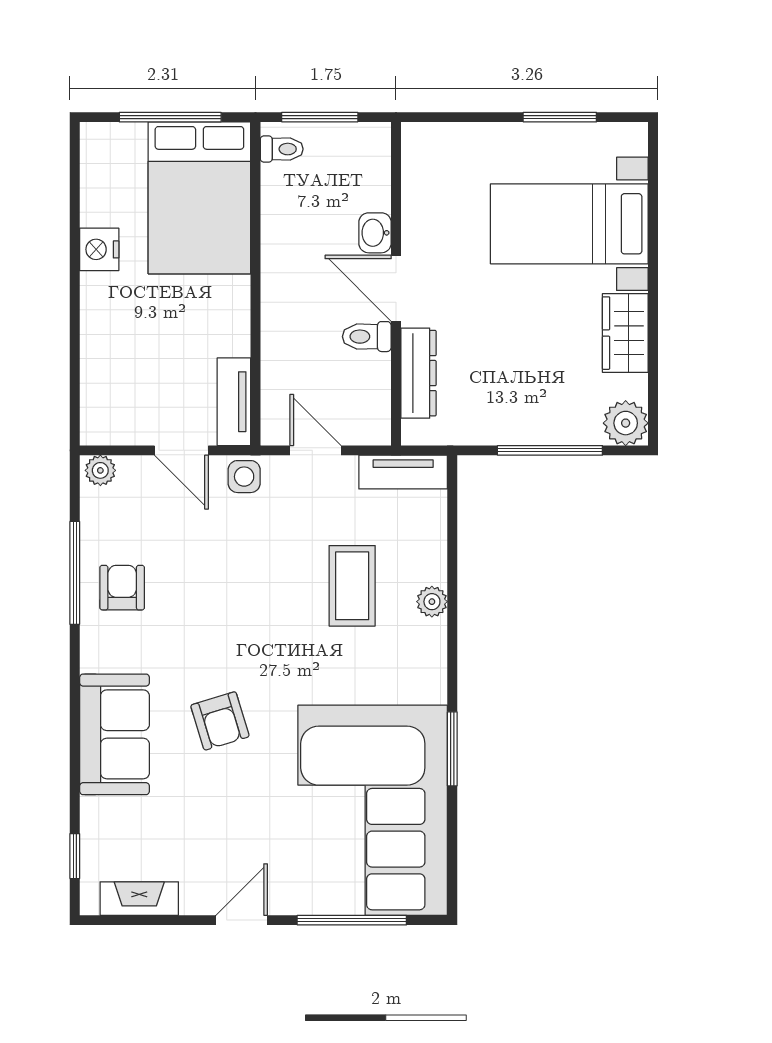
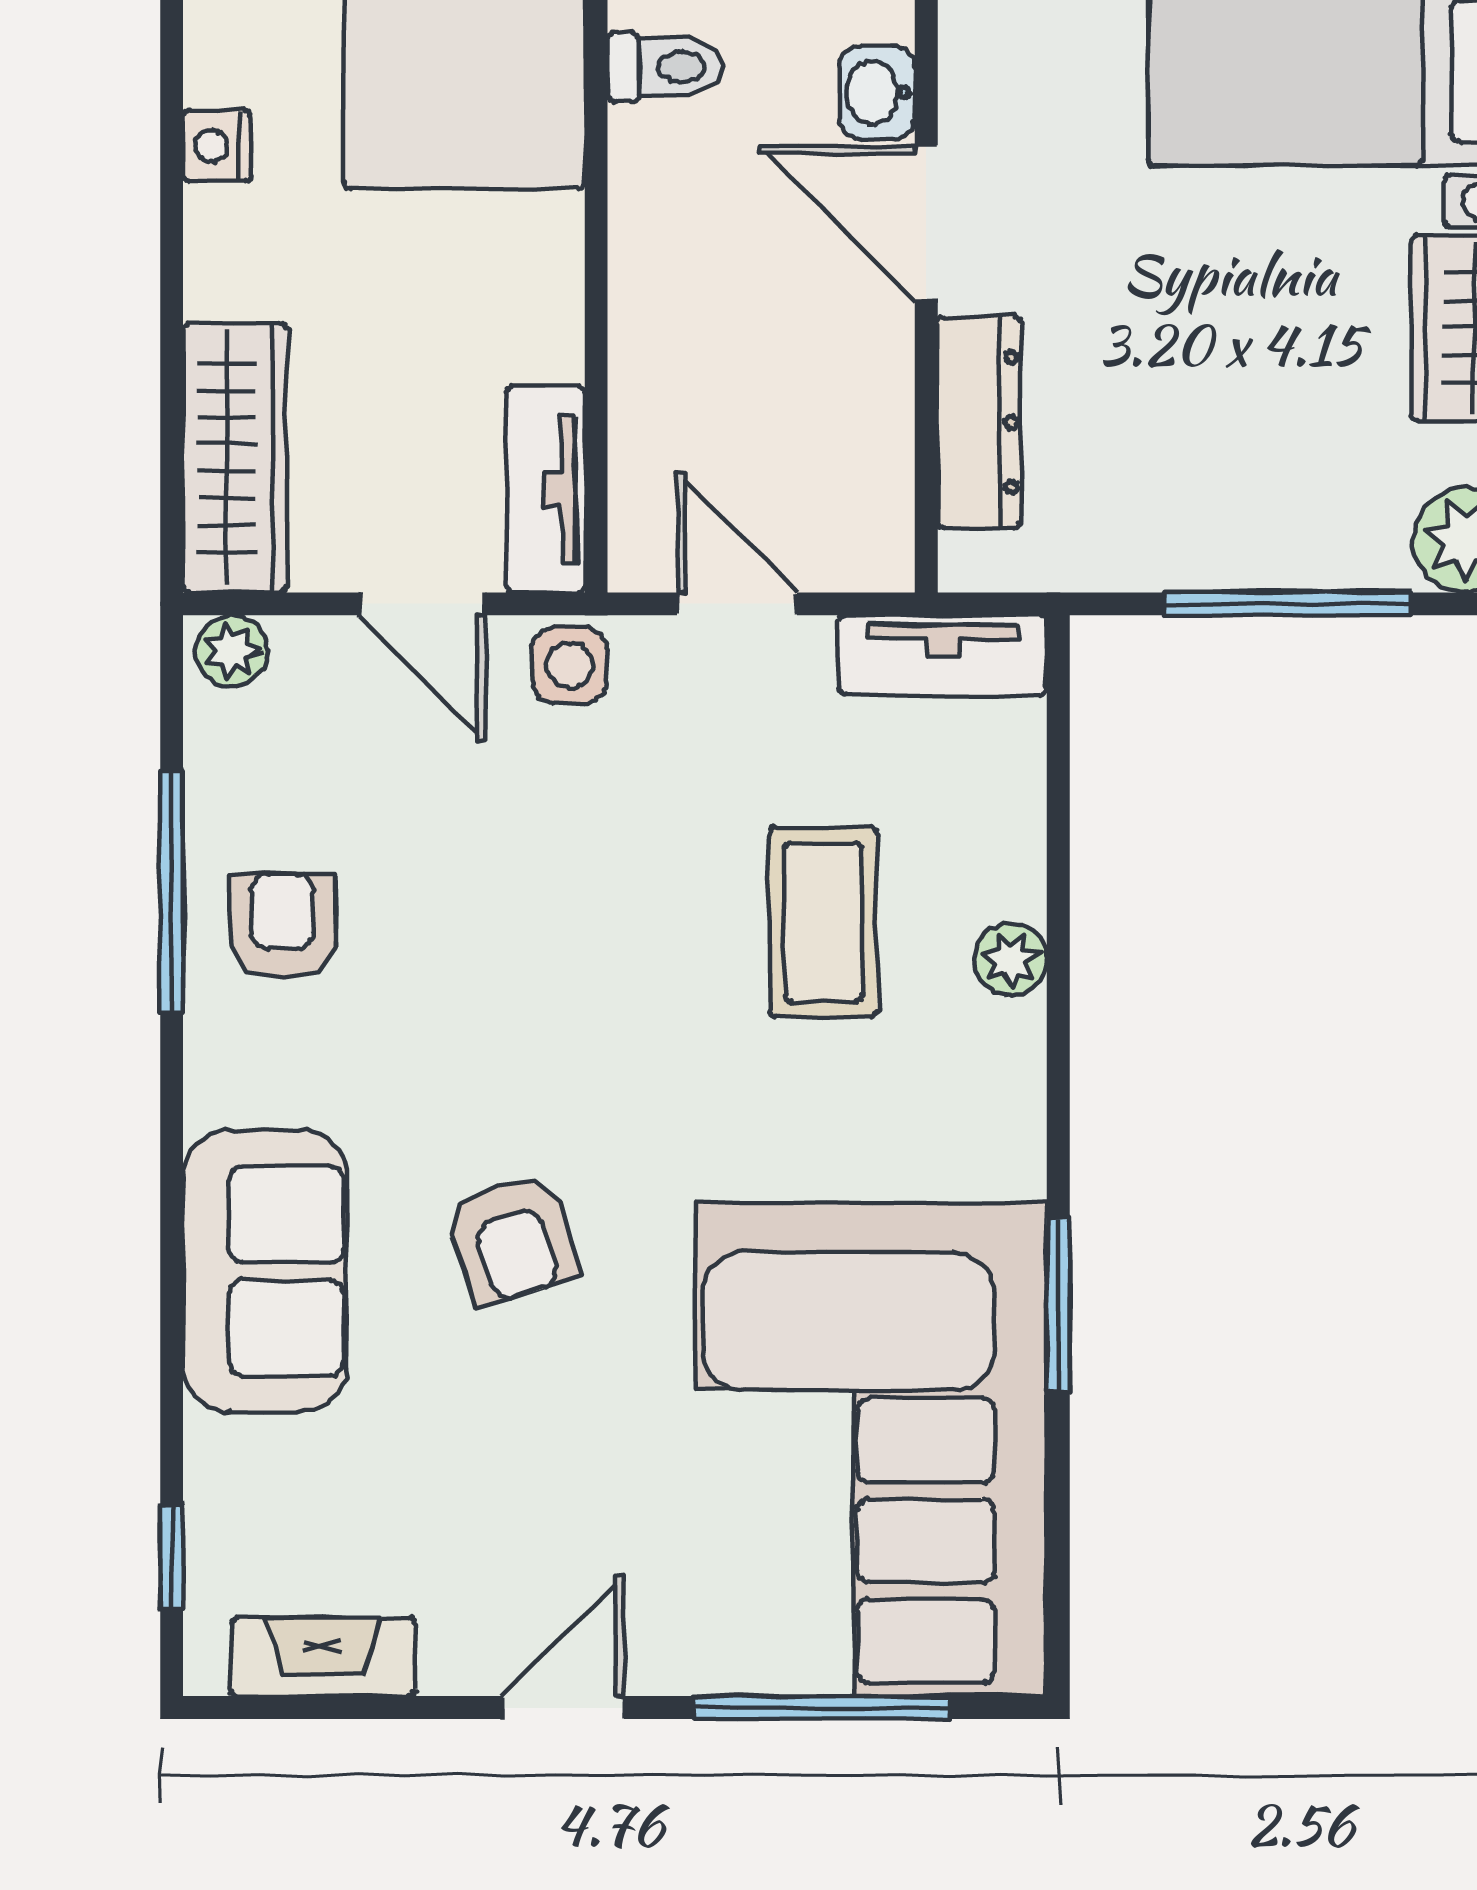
nightstand: (99, 249) -> (217, 146), width x0.72, depth x0.74
toilet: (367, 337) -> (665, 67), moved, turned 180
wardrobe: (102, 388) -> (235, 458), added

